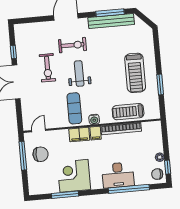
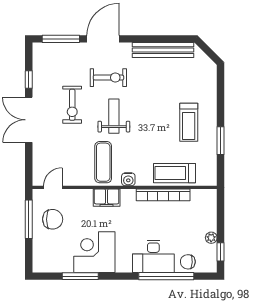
window: (110, 13) -> (61, 39), moved
treadmill: (135, 73) -> (189, 122), width x0.73, depth x0.73
filing cabinet: (96, 133) -> (128, 198), removed
chair: (157, 174) -> (188, 262), moved

